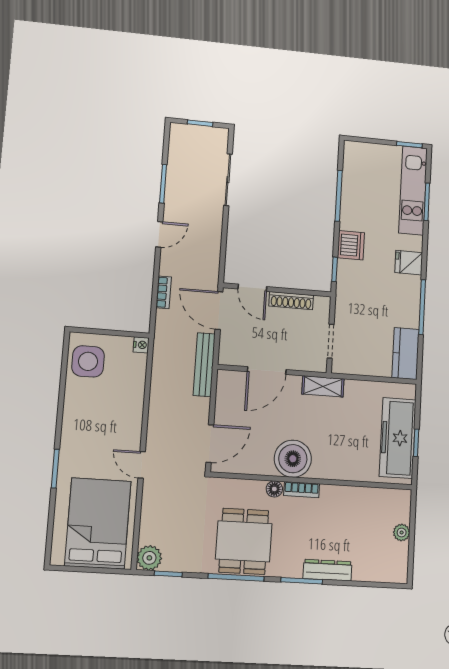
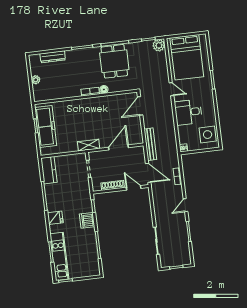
desk: (117, 413) -> (188, 112), added
boiler: (293, 459) -> (97, 106), removed
dresser: (327, 570) -> (53, 57), moved

